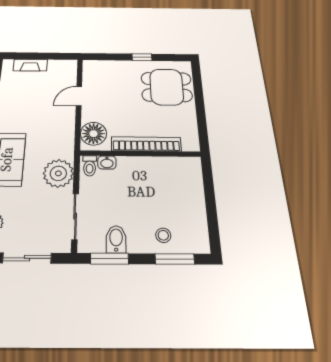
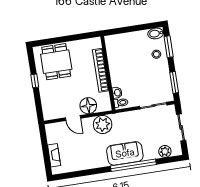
floor lamp: (93, 134) -> (88, 106), moved
plant: (58, 173) -> (103, 125), moved
bidet: (116, 239) -> (156, 33), moved

